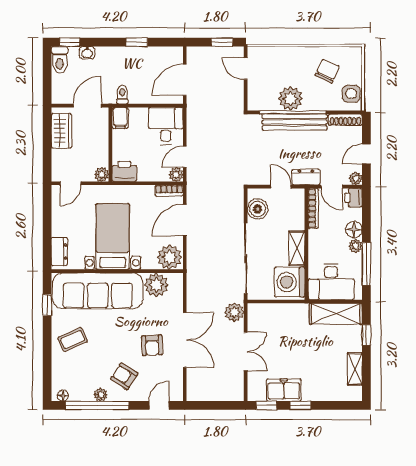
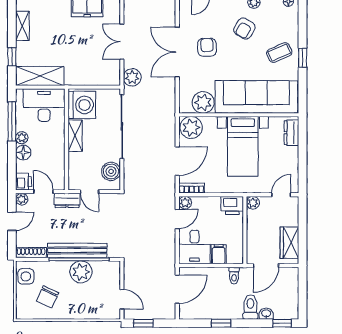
toilet: (60, 60) -> (250, 307), moved
filing cabinet: (120, 118) -> (219, 254), moved
bookcase: (313, 208) -> (60, 172), removed
window: (47, 305) -> (303, 58), moved
armchair: (124, 376) -> (244, 29), moved, turned 88

